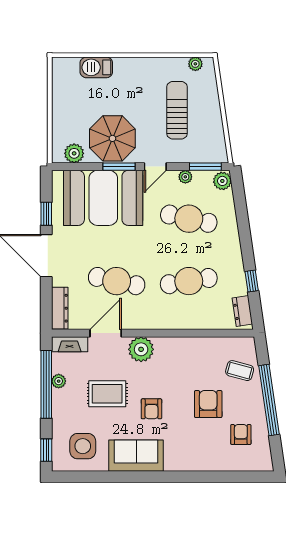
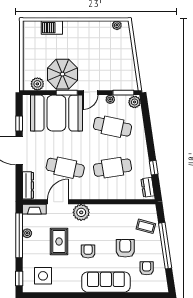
sun lounger: (177, 110) -> (105, 56), removed
rug: (107, 394) -> (59, 241), turned 90
armchair: (151, 409) -> (88, 251), turned 180
sofa: (136, 456) -> (106, 282), moved, width x1.36

